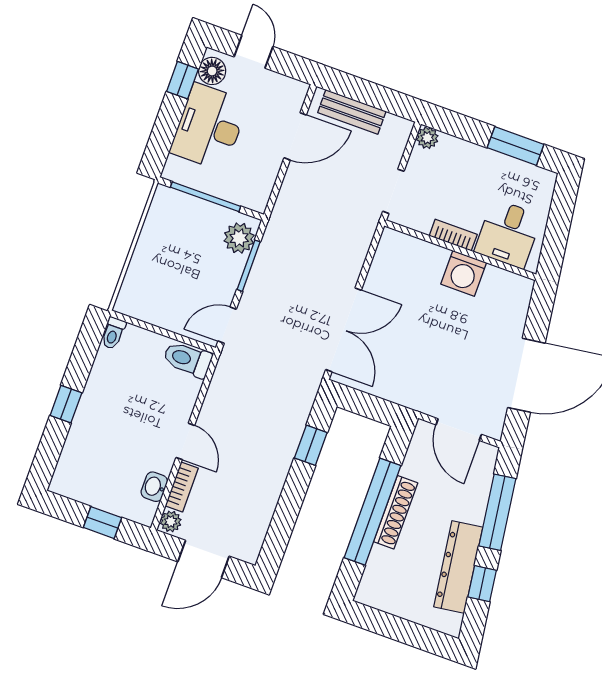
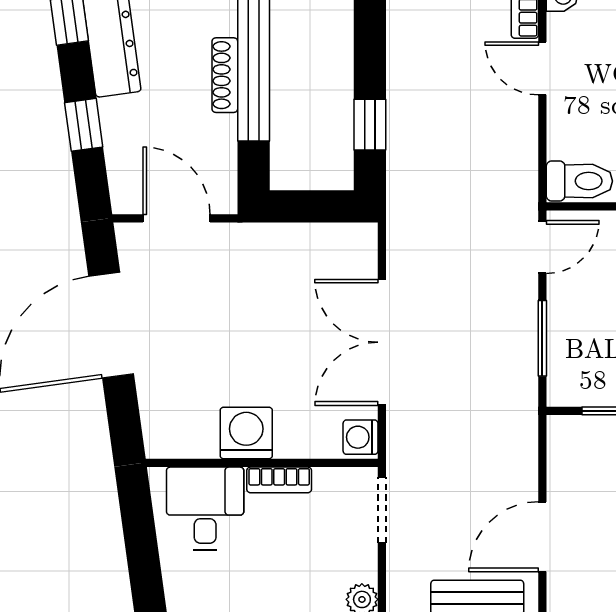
plant: (239, 238) -> (569, 371), removed
washing machine: (390, 244) -> (361, 437), added
double door: (343, 330) -> (382, 342), moved
shoe rack: (396, 512) -> (225, 75), width x0.74, depth x0.81
window: (497, 512) -> (84, 125), width x0.46

